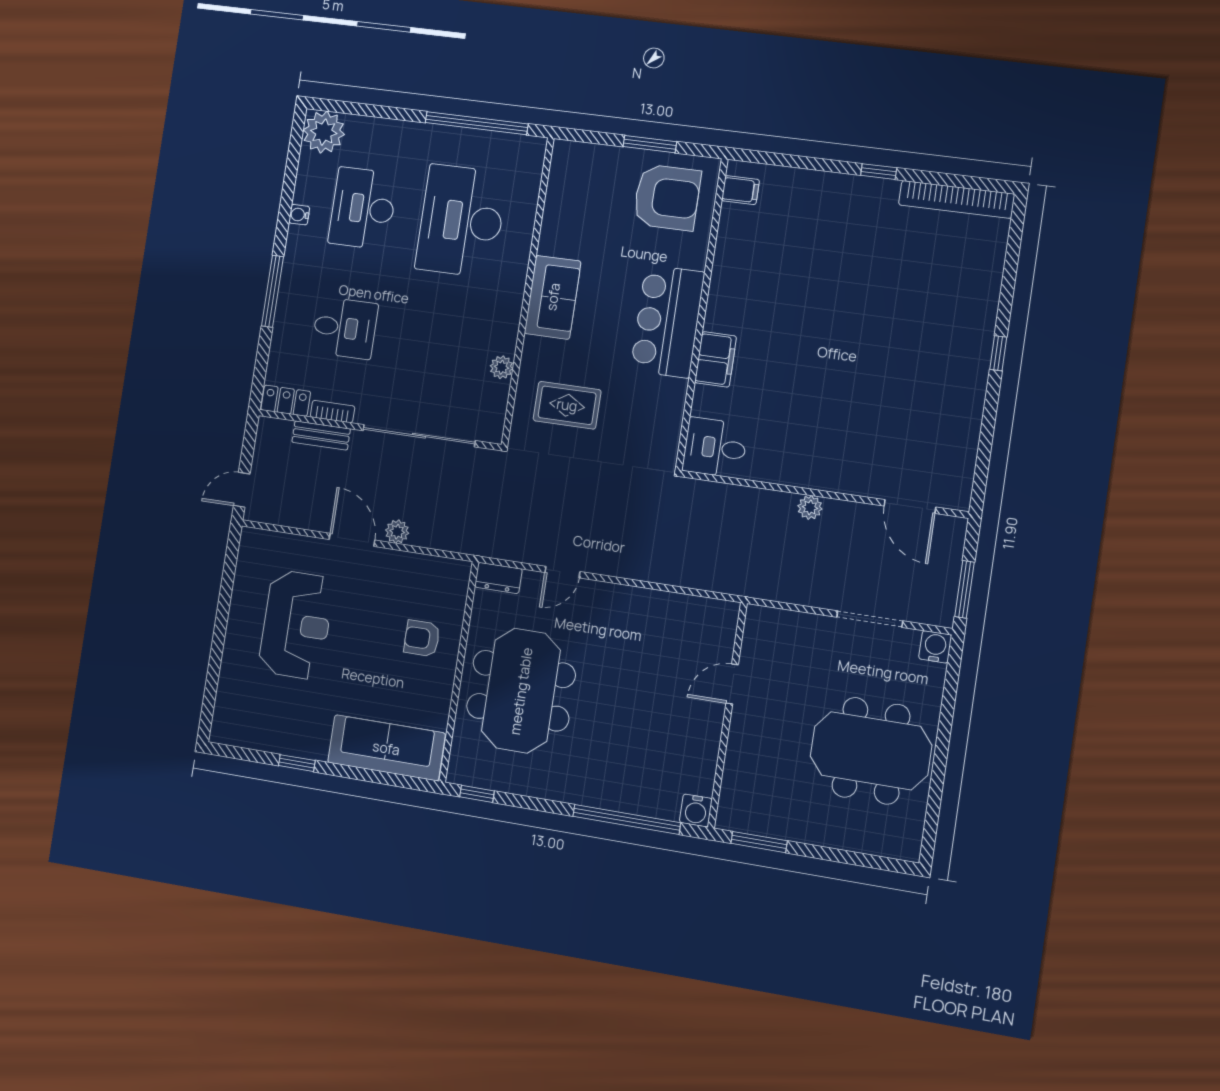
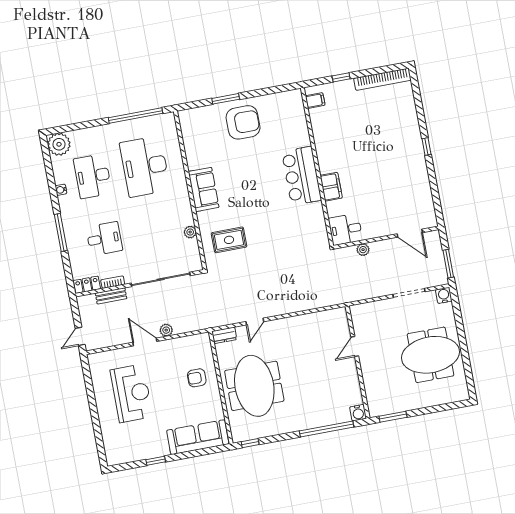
filing cabinet: (740, 190) -> (315, 100), moved
wall: (702, 314) -> (317, 167), moved
bar counter: (667, 321) -> (302, 176), moved
filing cabinet: (716, 359) -> (331, 187), moved
desk: (715, 448) -> (345, 229), moved

